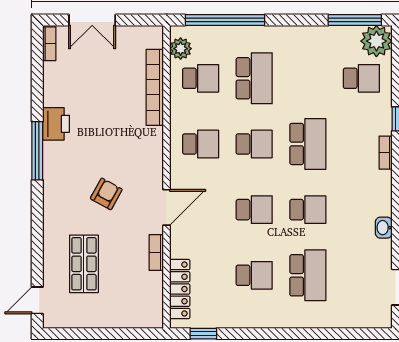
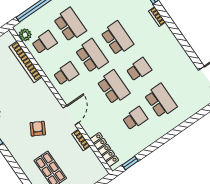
school desk: (254, 144) -> (92, 56), width x1.85
school desk: (254, 210) -> (113, 87), width x1.85
washbasin: (384, 228) -> (181, 53), removed

